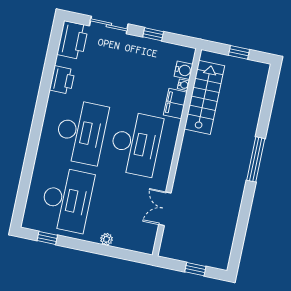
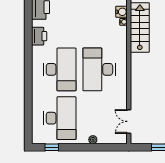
filing cabinet: (175, 104) -> (121, 36), removed
desk: (136, 144) -> (99, 69), turned 180
double door: (165, 209) -> (129, 121), moved

